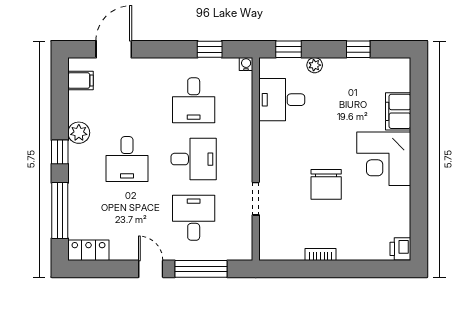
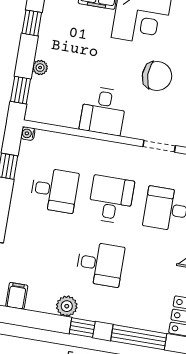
desk: (282, 100) -> (103, 111), moved

